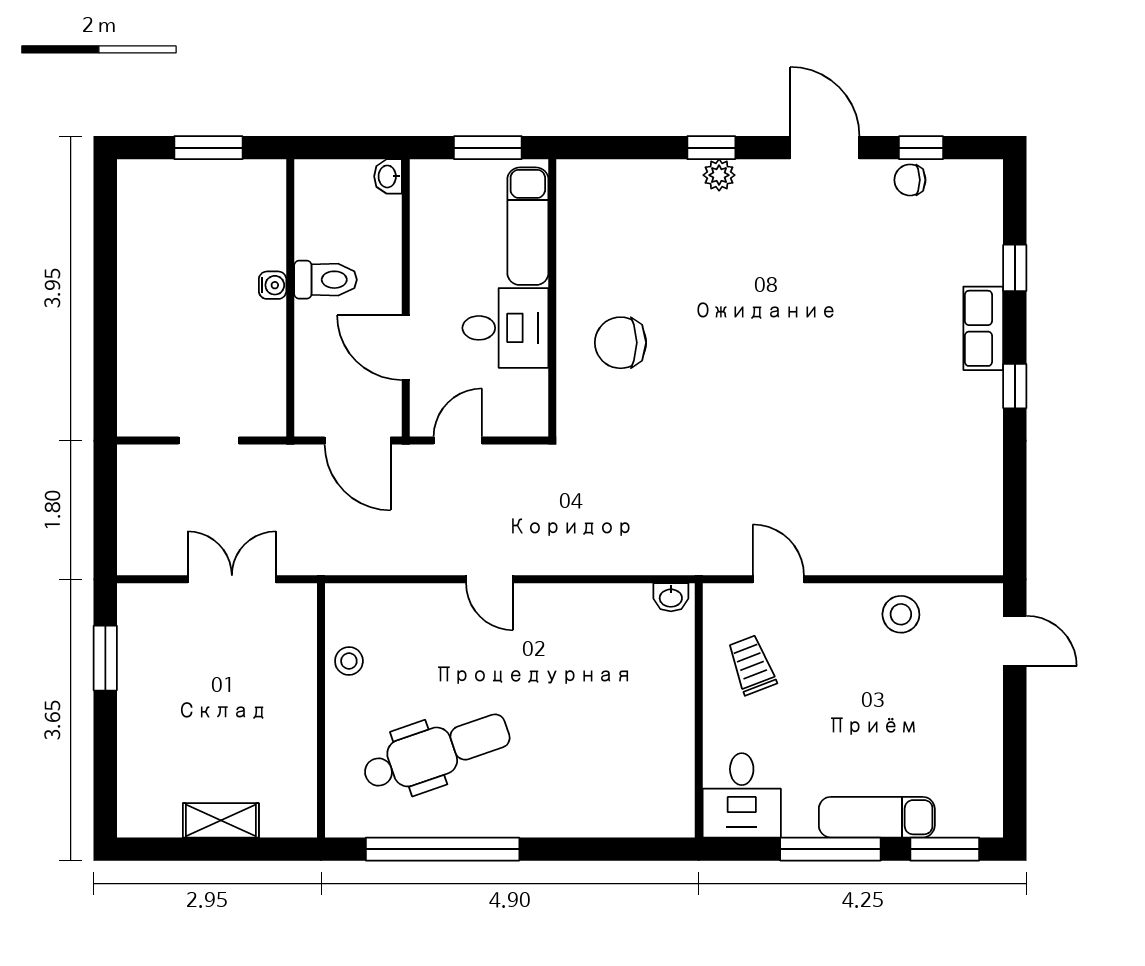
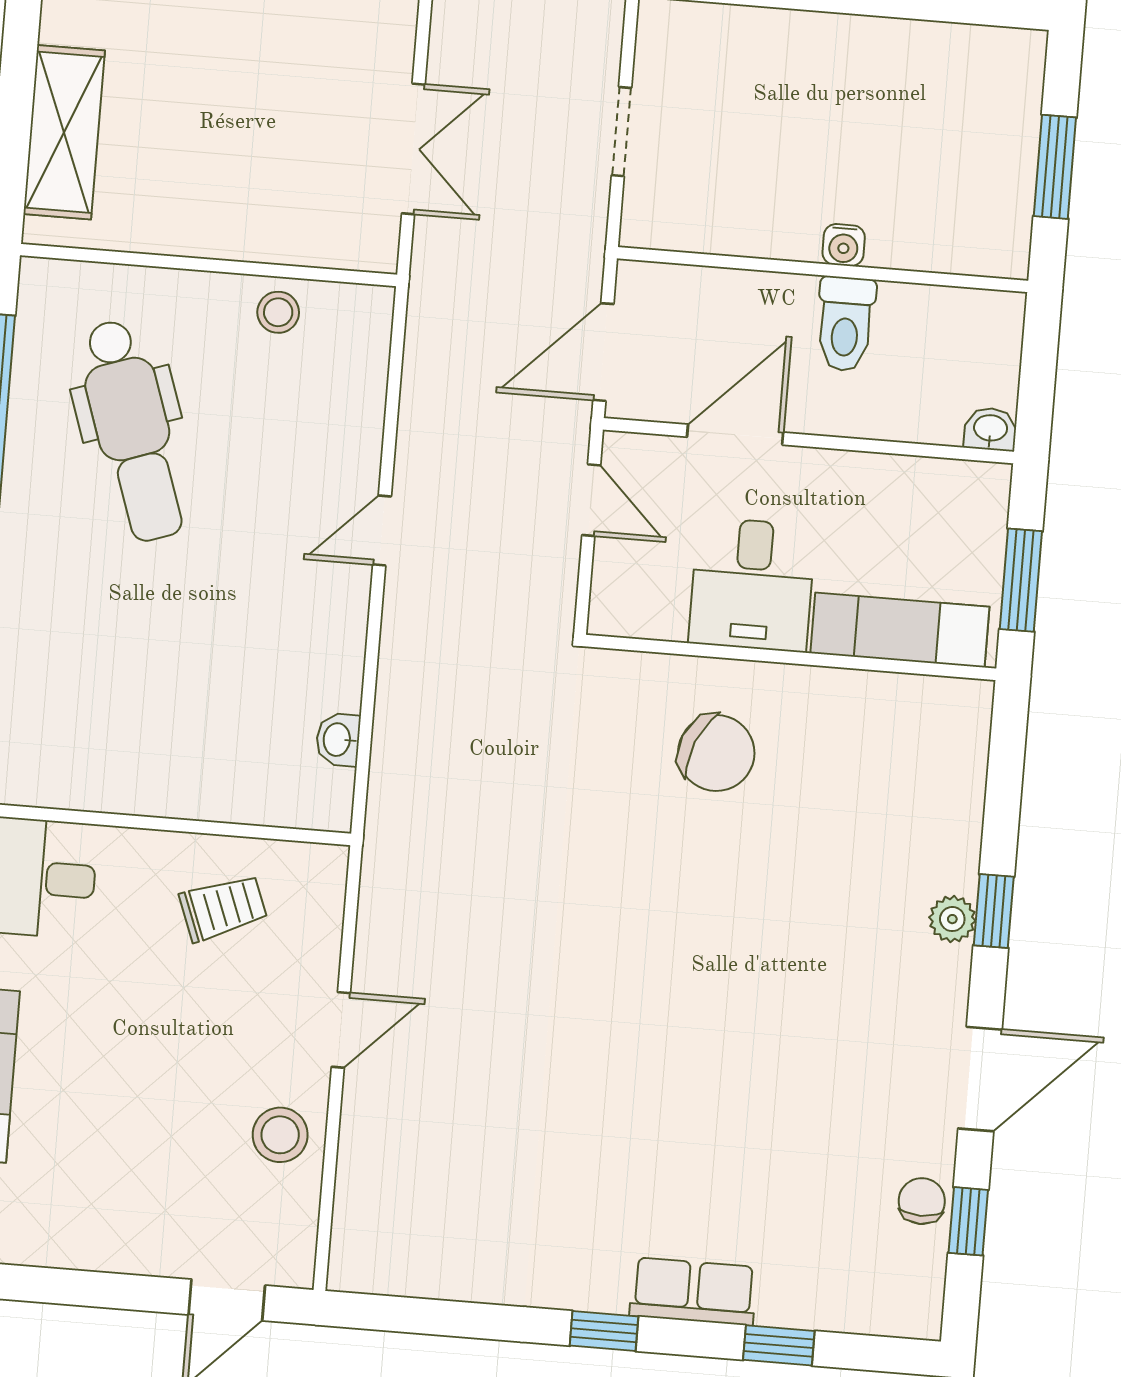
chair: (621, 343) -> (716, 753), turned 113
door: (778, 579) -> (341, 1030), moved
washbasin: (671, 597) -> (338, 740), moved
shelving: (221, 820) -> (64, 132), width x1.50, depth x1.33

